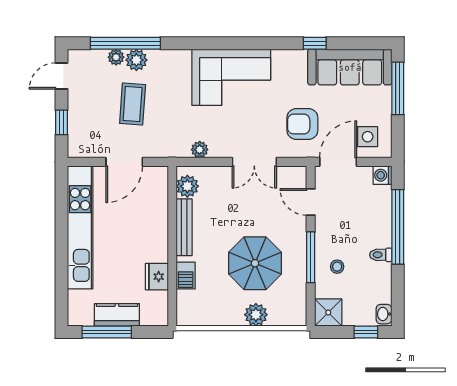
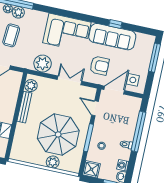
sofa: (350, 67) -> (112, 37), moved
armchair: (302, 124) -> (99, 66), turned 180
plant: (200, 150) -> (43, 64), width x1.87, depth x1.87
double door: (254, 162) -> (69, 80), swing flipped
washing machine: (382, 175) -> (123, 165), moved
parasol: (255, 263) -> (58, 134), width x1.36, depth x1.36
barbecue: (186, 276) -> (20, 133), removed

